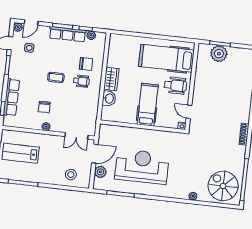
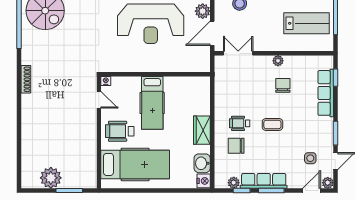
nightstand: (114, 39) -> (204, 181), added
plant: (219, 54) -> (51, 178), moved
washbasin: (109, 98) -> (202, 163), moved

